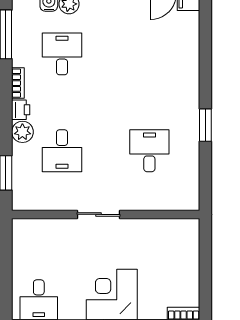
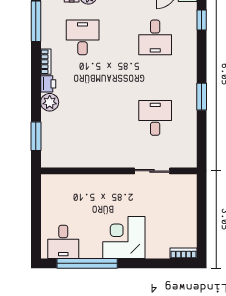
window: (205, 33) -> (202, 20), added
desk: (62, 151) -> (155, 37), moved
sliding door: (98, 214) -> (152, 171), moved

